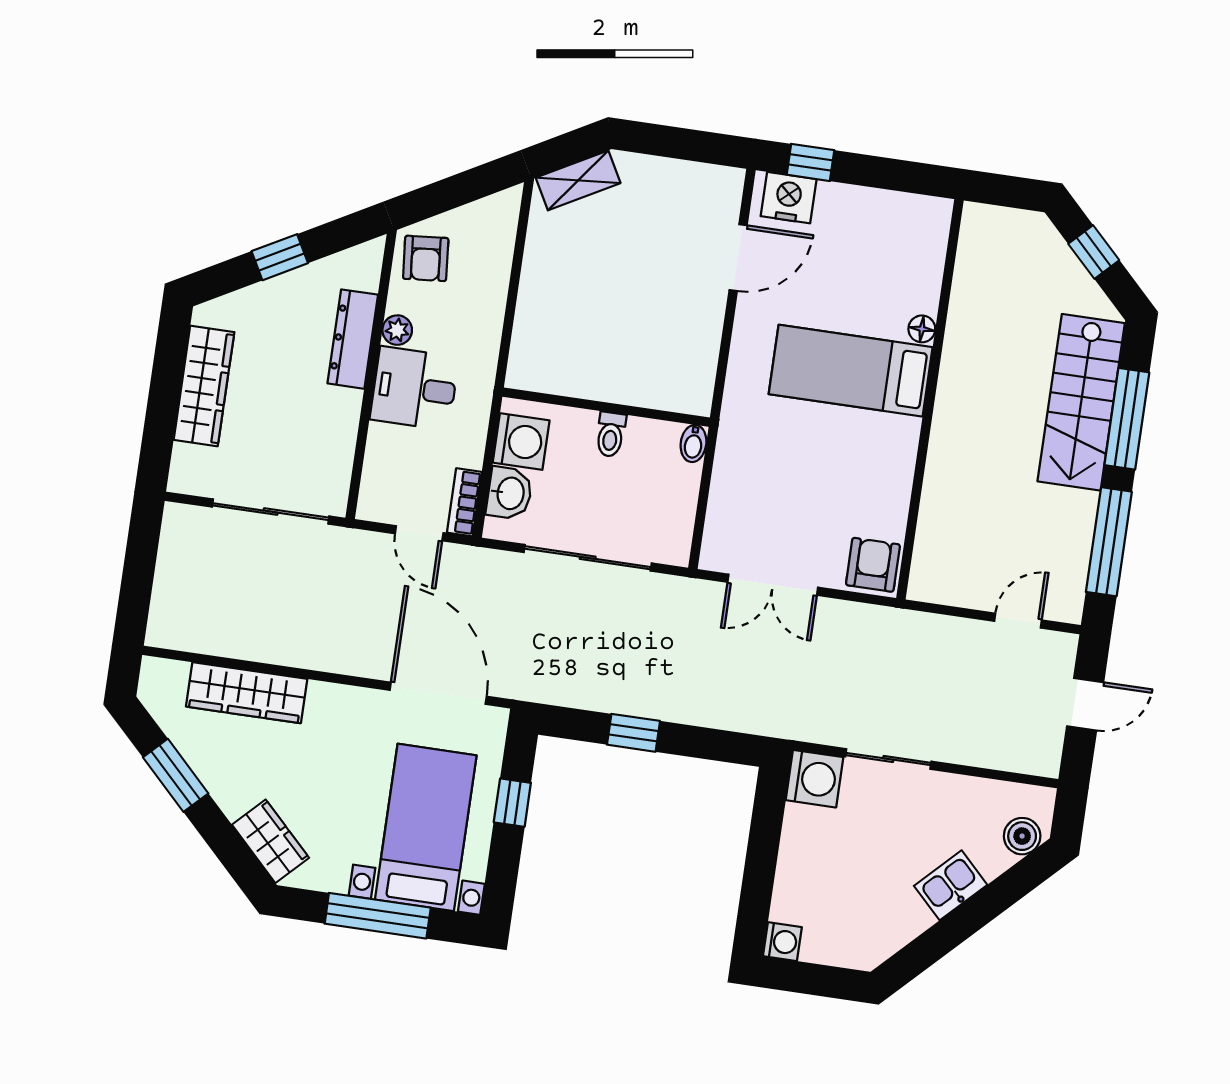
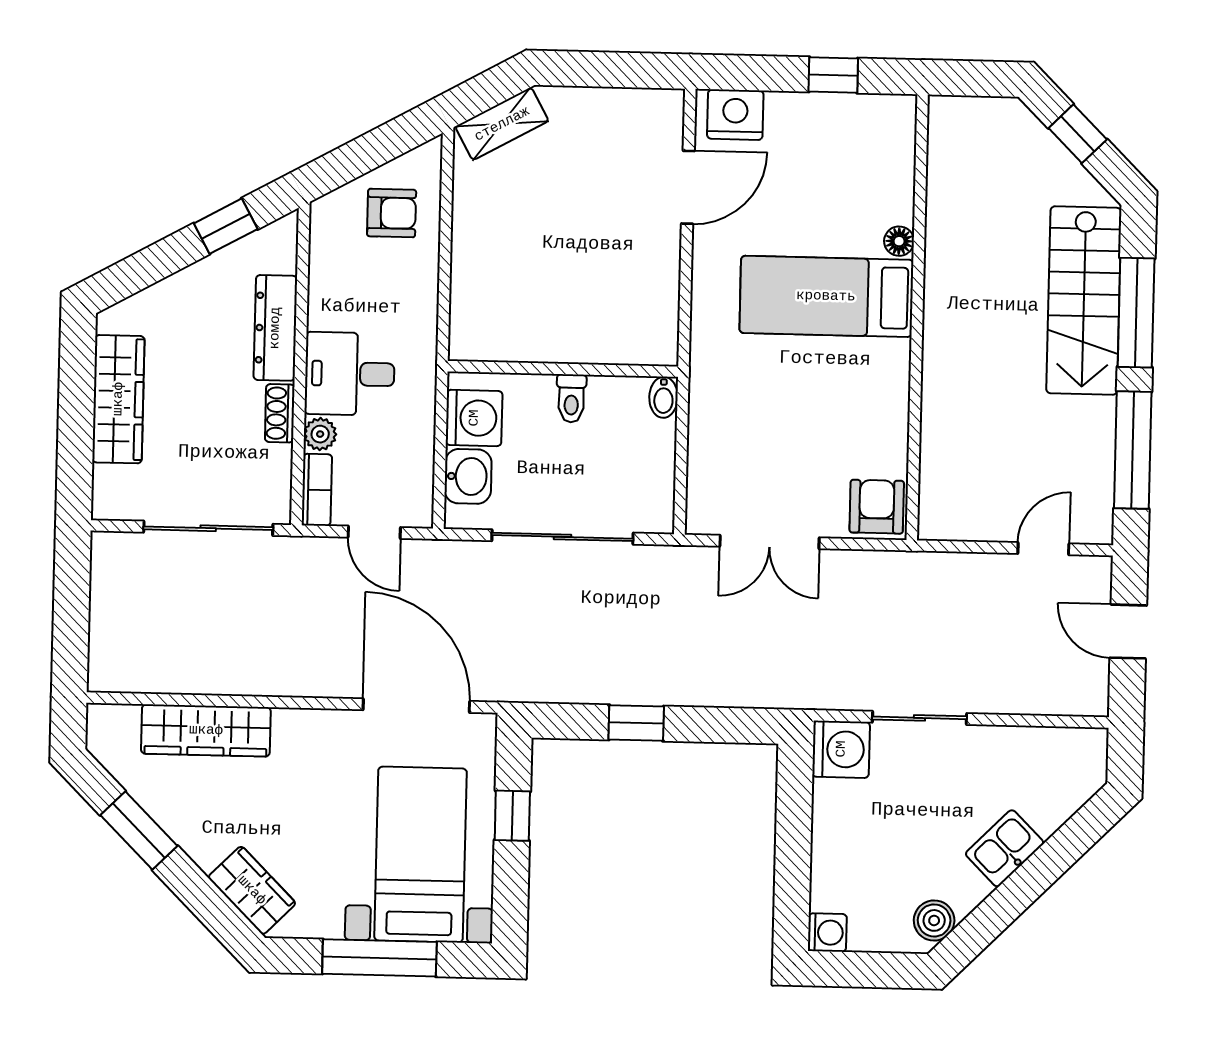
window: (811, 162) -> (833, 75), moved
window: (280, 257) -> (226, 226), moved
armchair: (426, 258) -> (392, 213), moved, turned -85
plant: (397, 330) -> (320, 434), moved
shoe rack: (347, 416) -> (280, 413), added
bookcase: (464, 502) -> (317, 490), moved, turned 180
door: (1085, 704) -> (1128, 632), swing flipped
boiler: (1022, 836) -> (934, 920), moved

